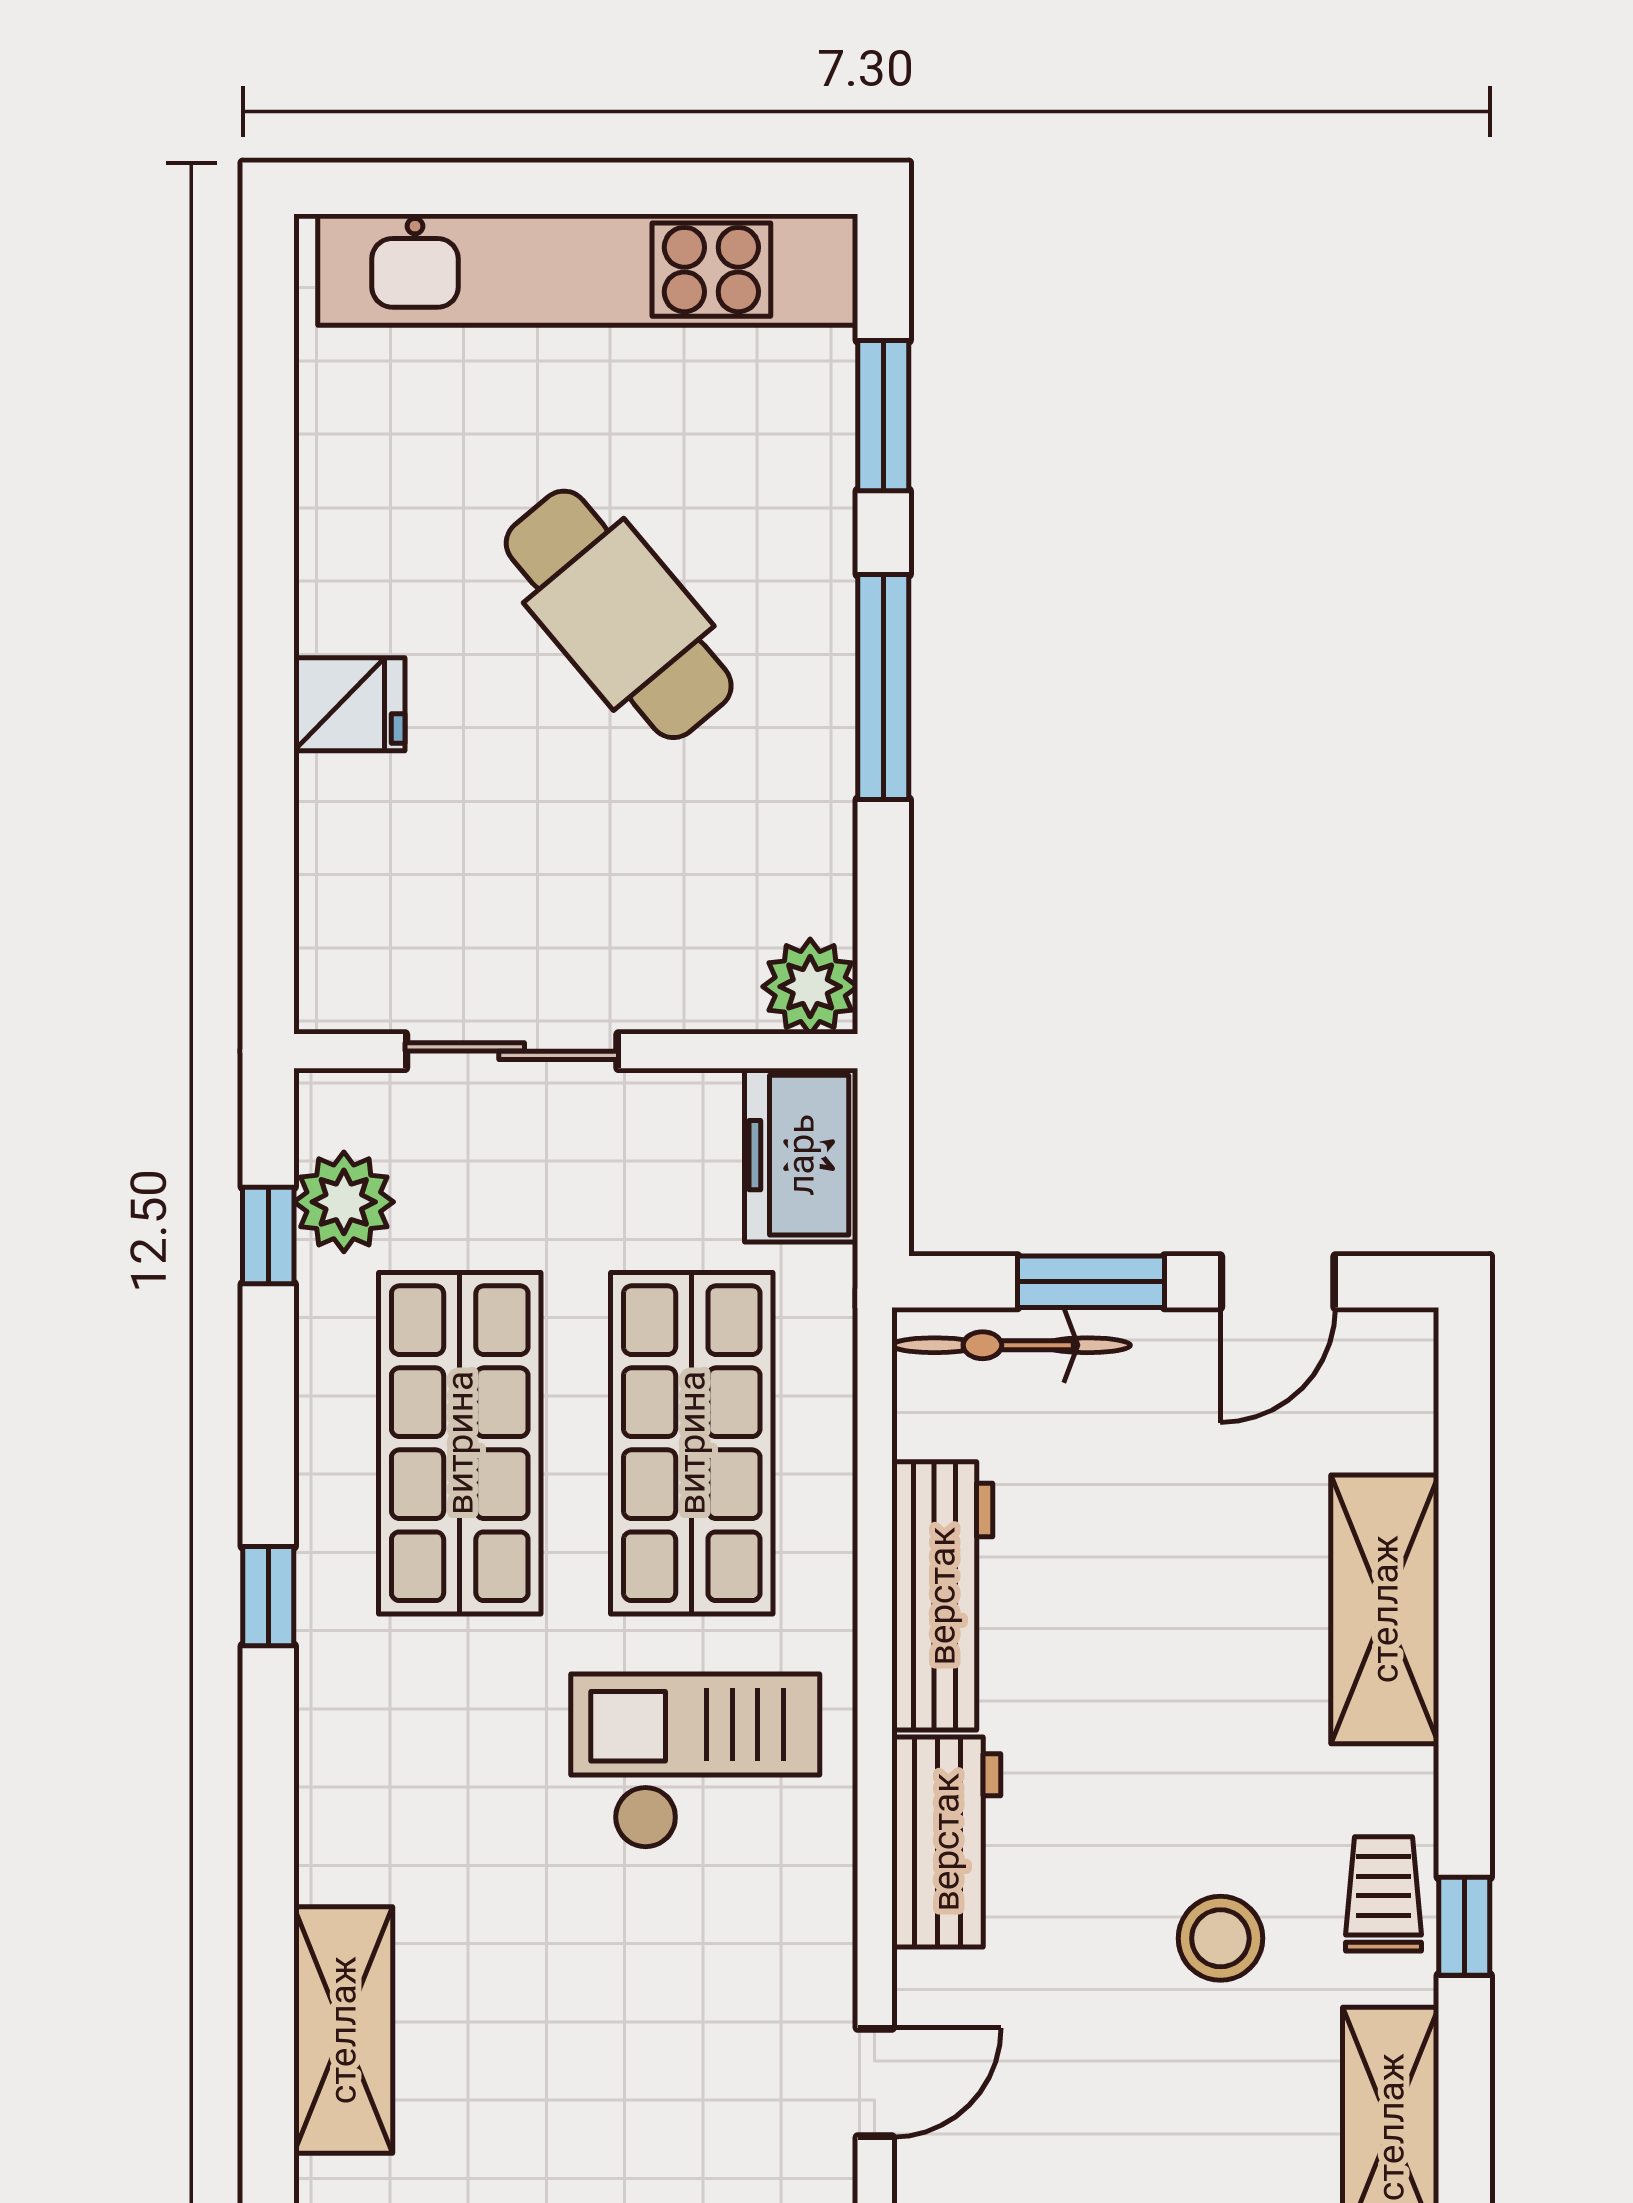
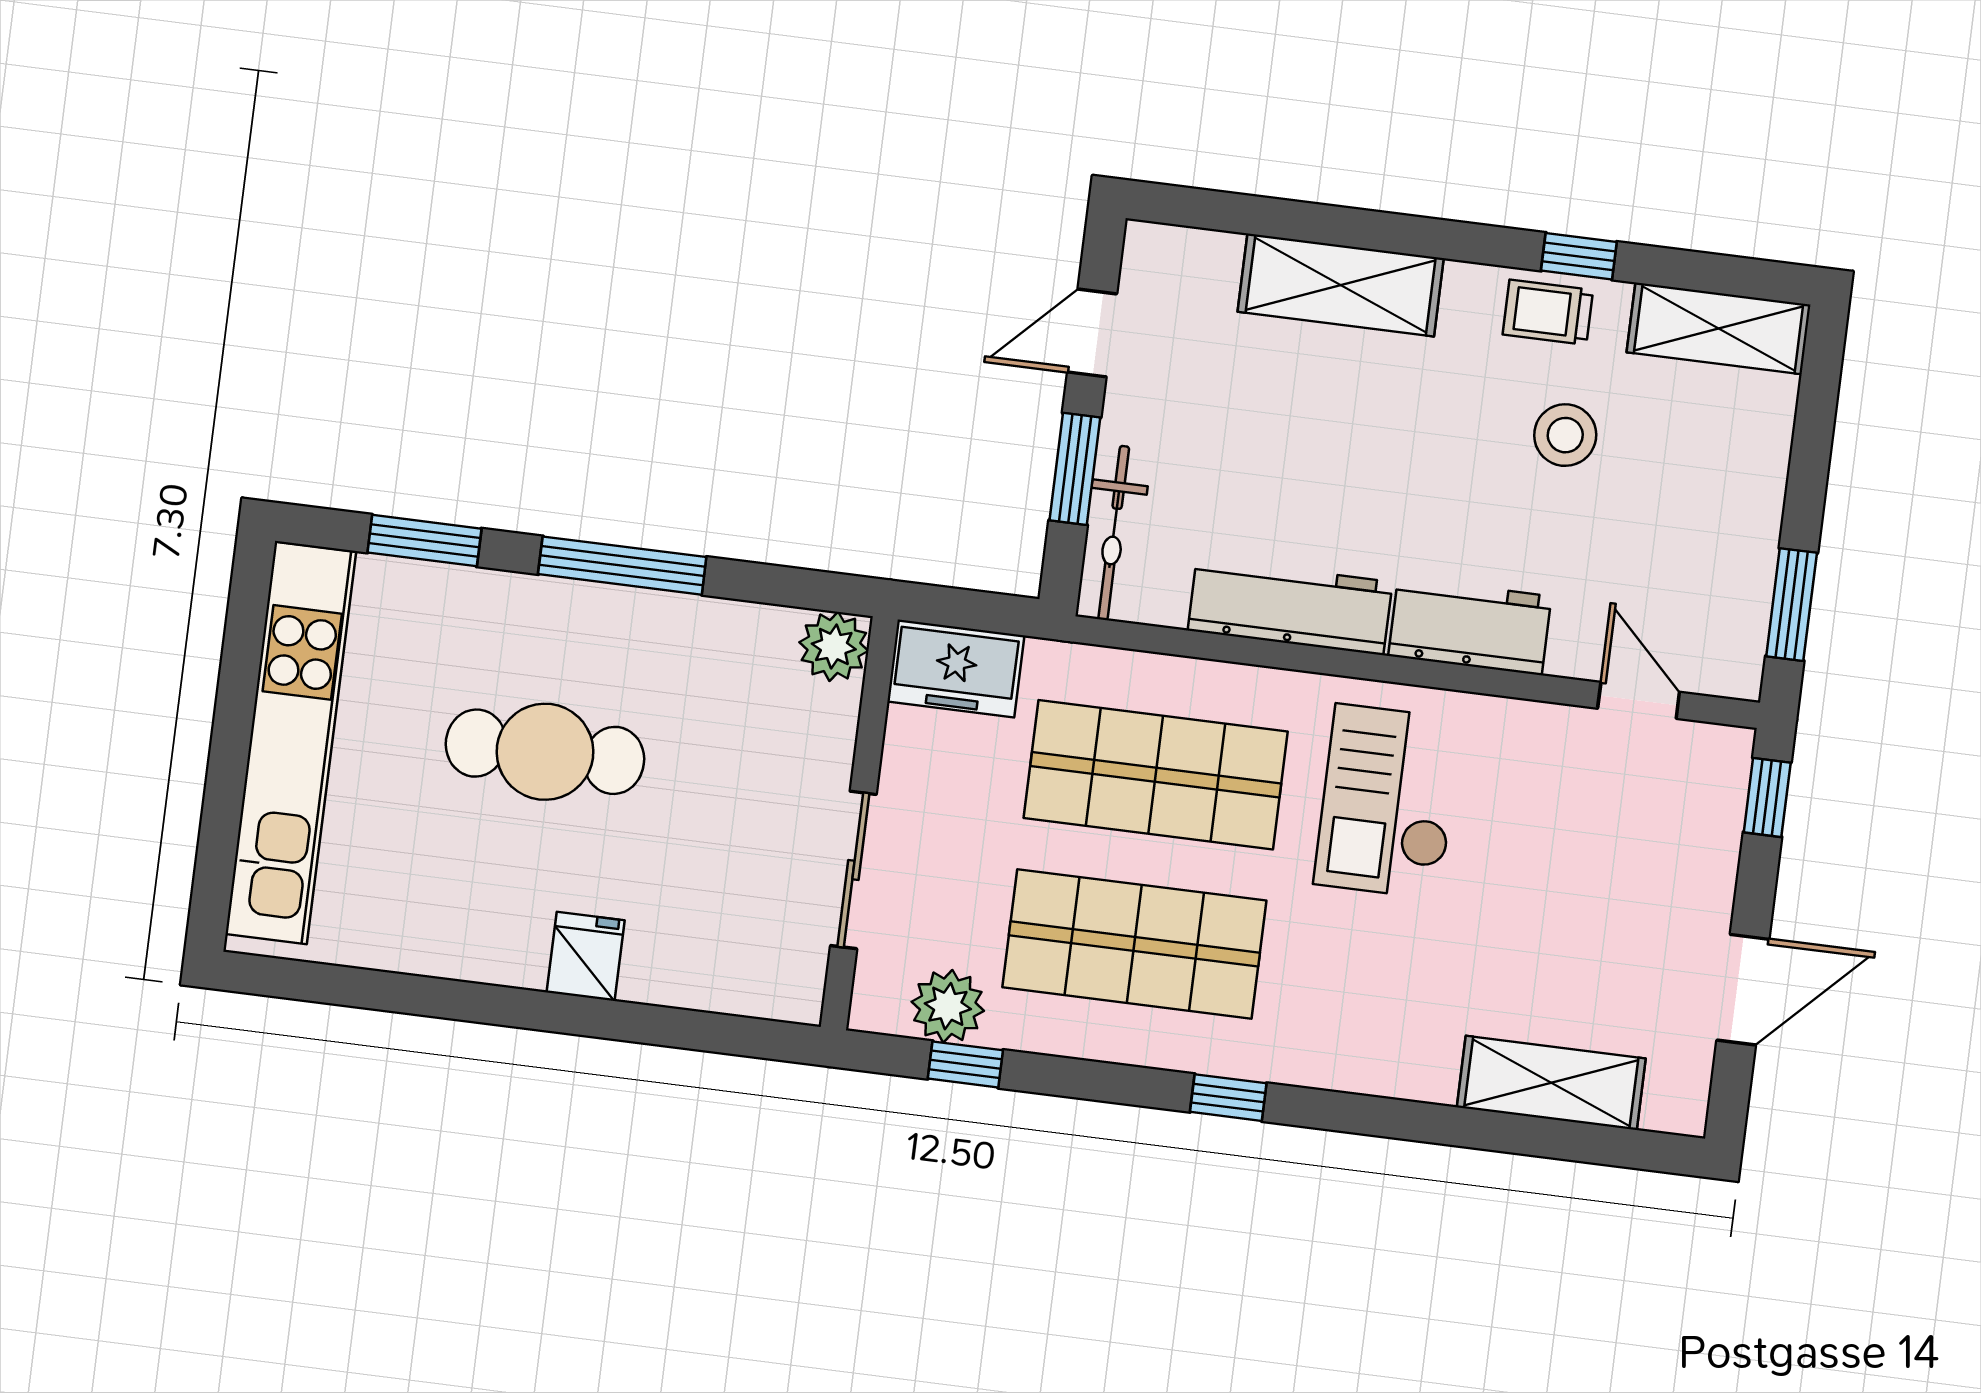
cafe table: (619, 614) -> (545, 752), turned 40
door: (1278, 1282) -> (1092, 333), swing flipped

